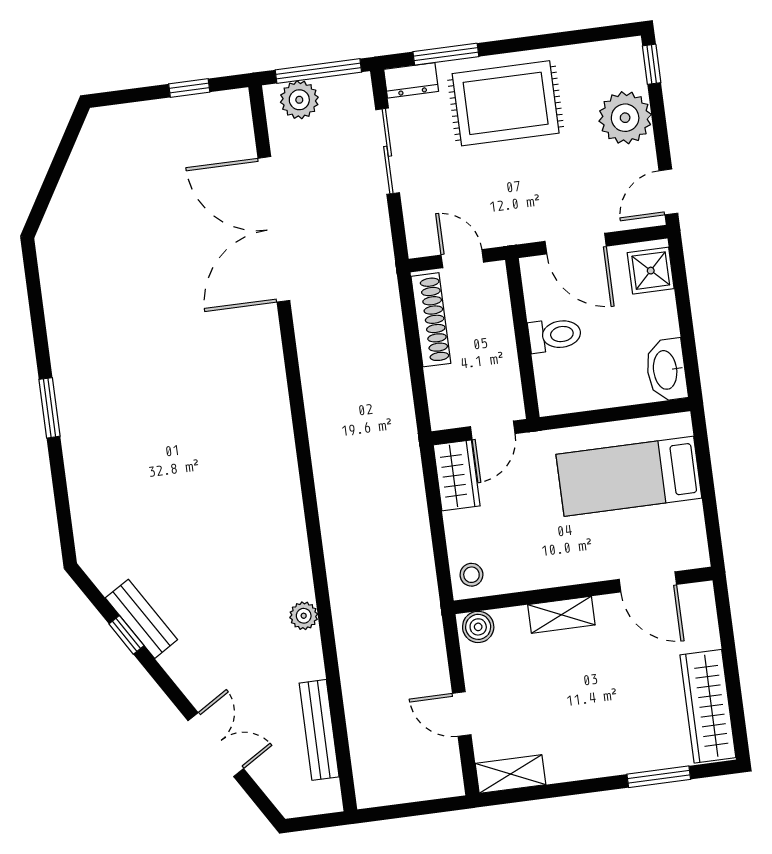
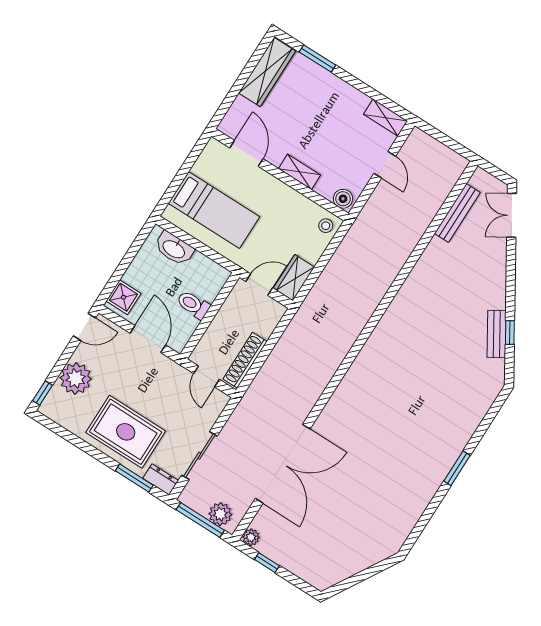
washbasin: (666, 370) -> (174, 249), moved, turned 90
plant: (304, 616) -> (251, 537), moved
double door: (216, 745) -> (512, 215), moved

